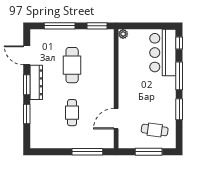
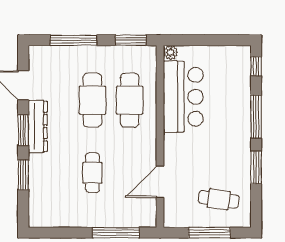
bar counter: (163, 53) -> (183, 97), moved, turned 180
cafe table: (96, 65) -> (130, 100), added

